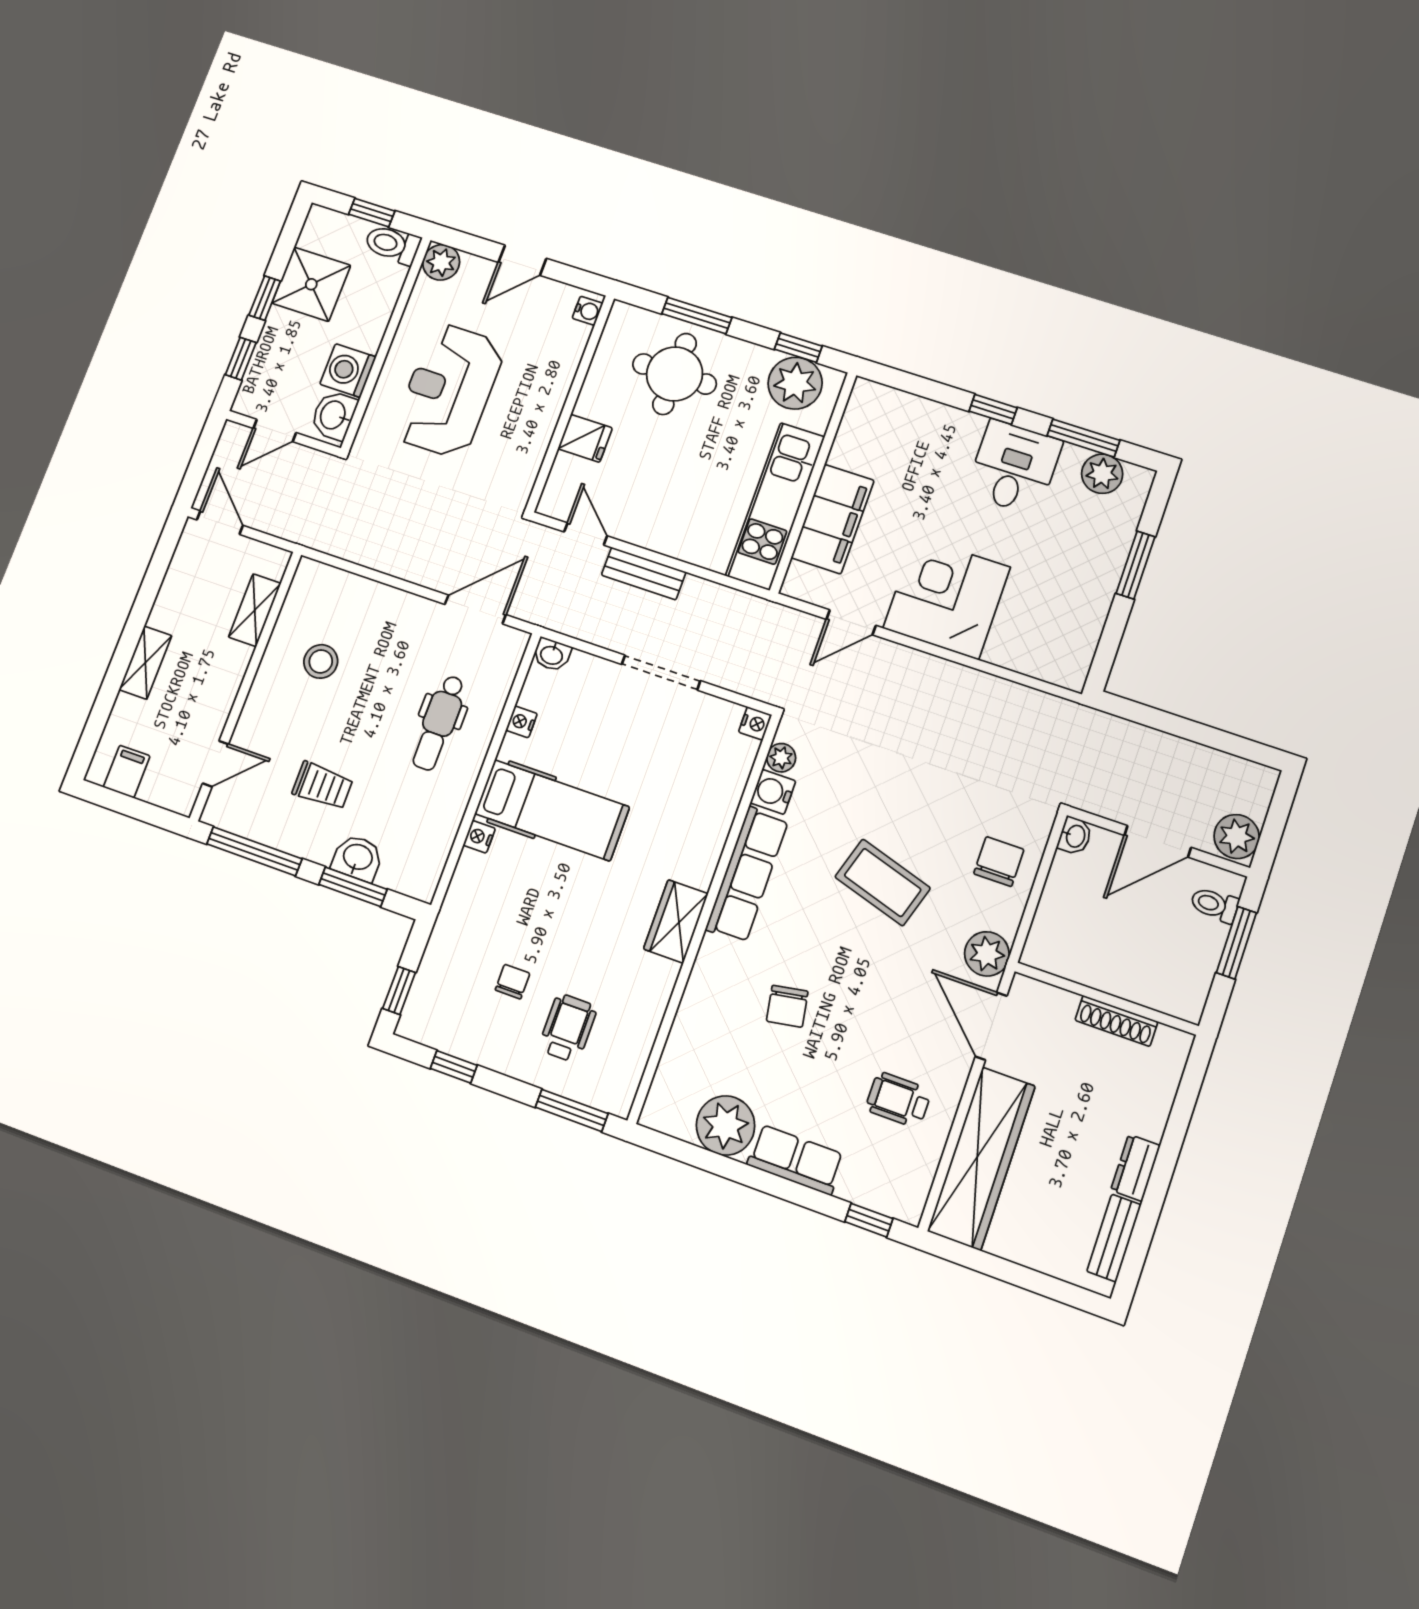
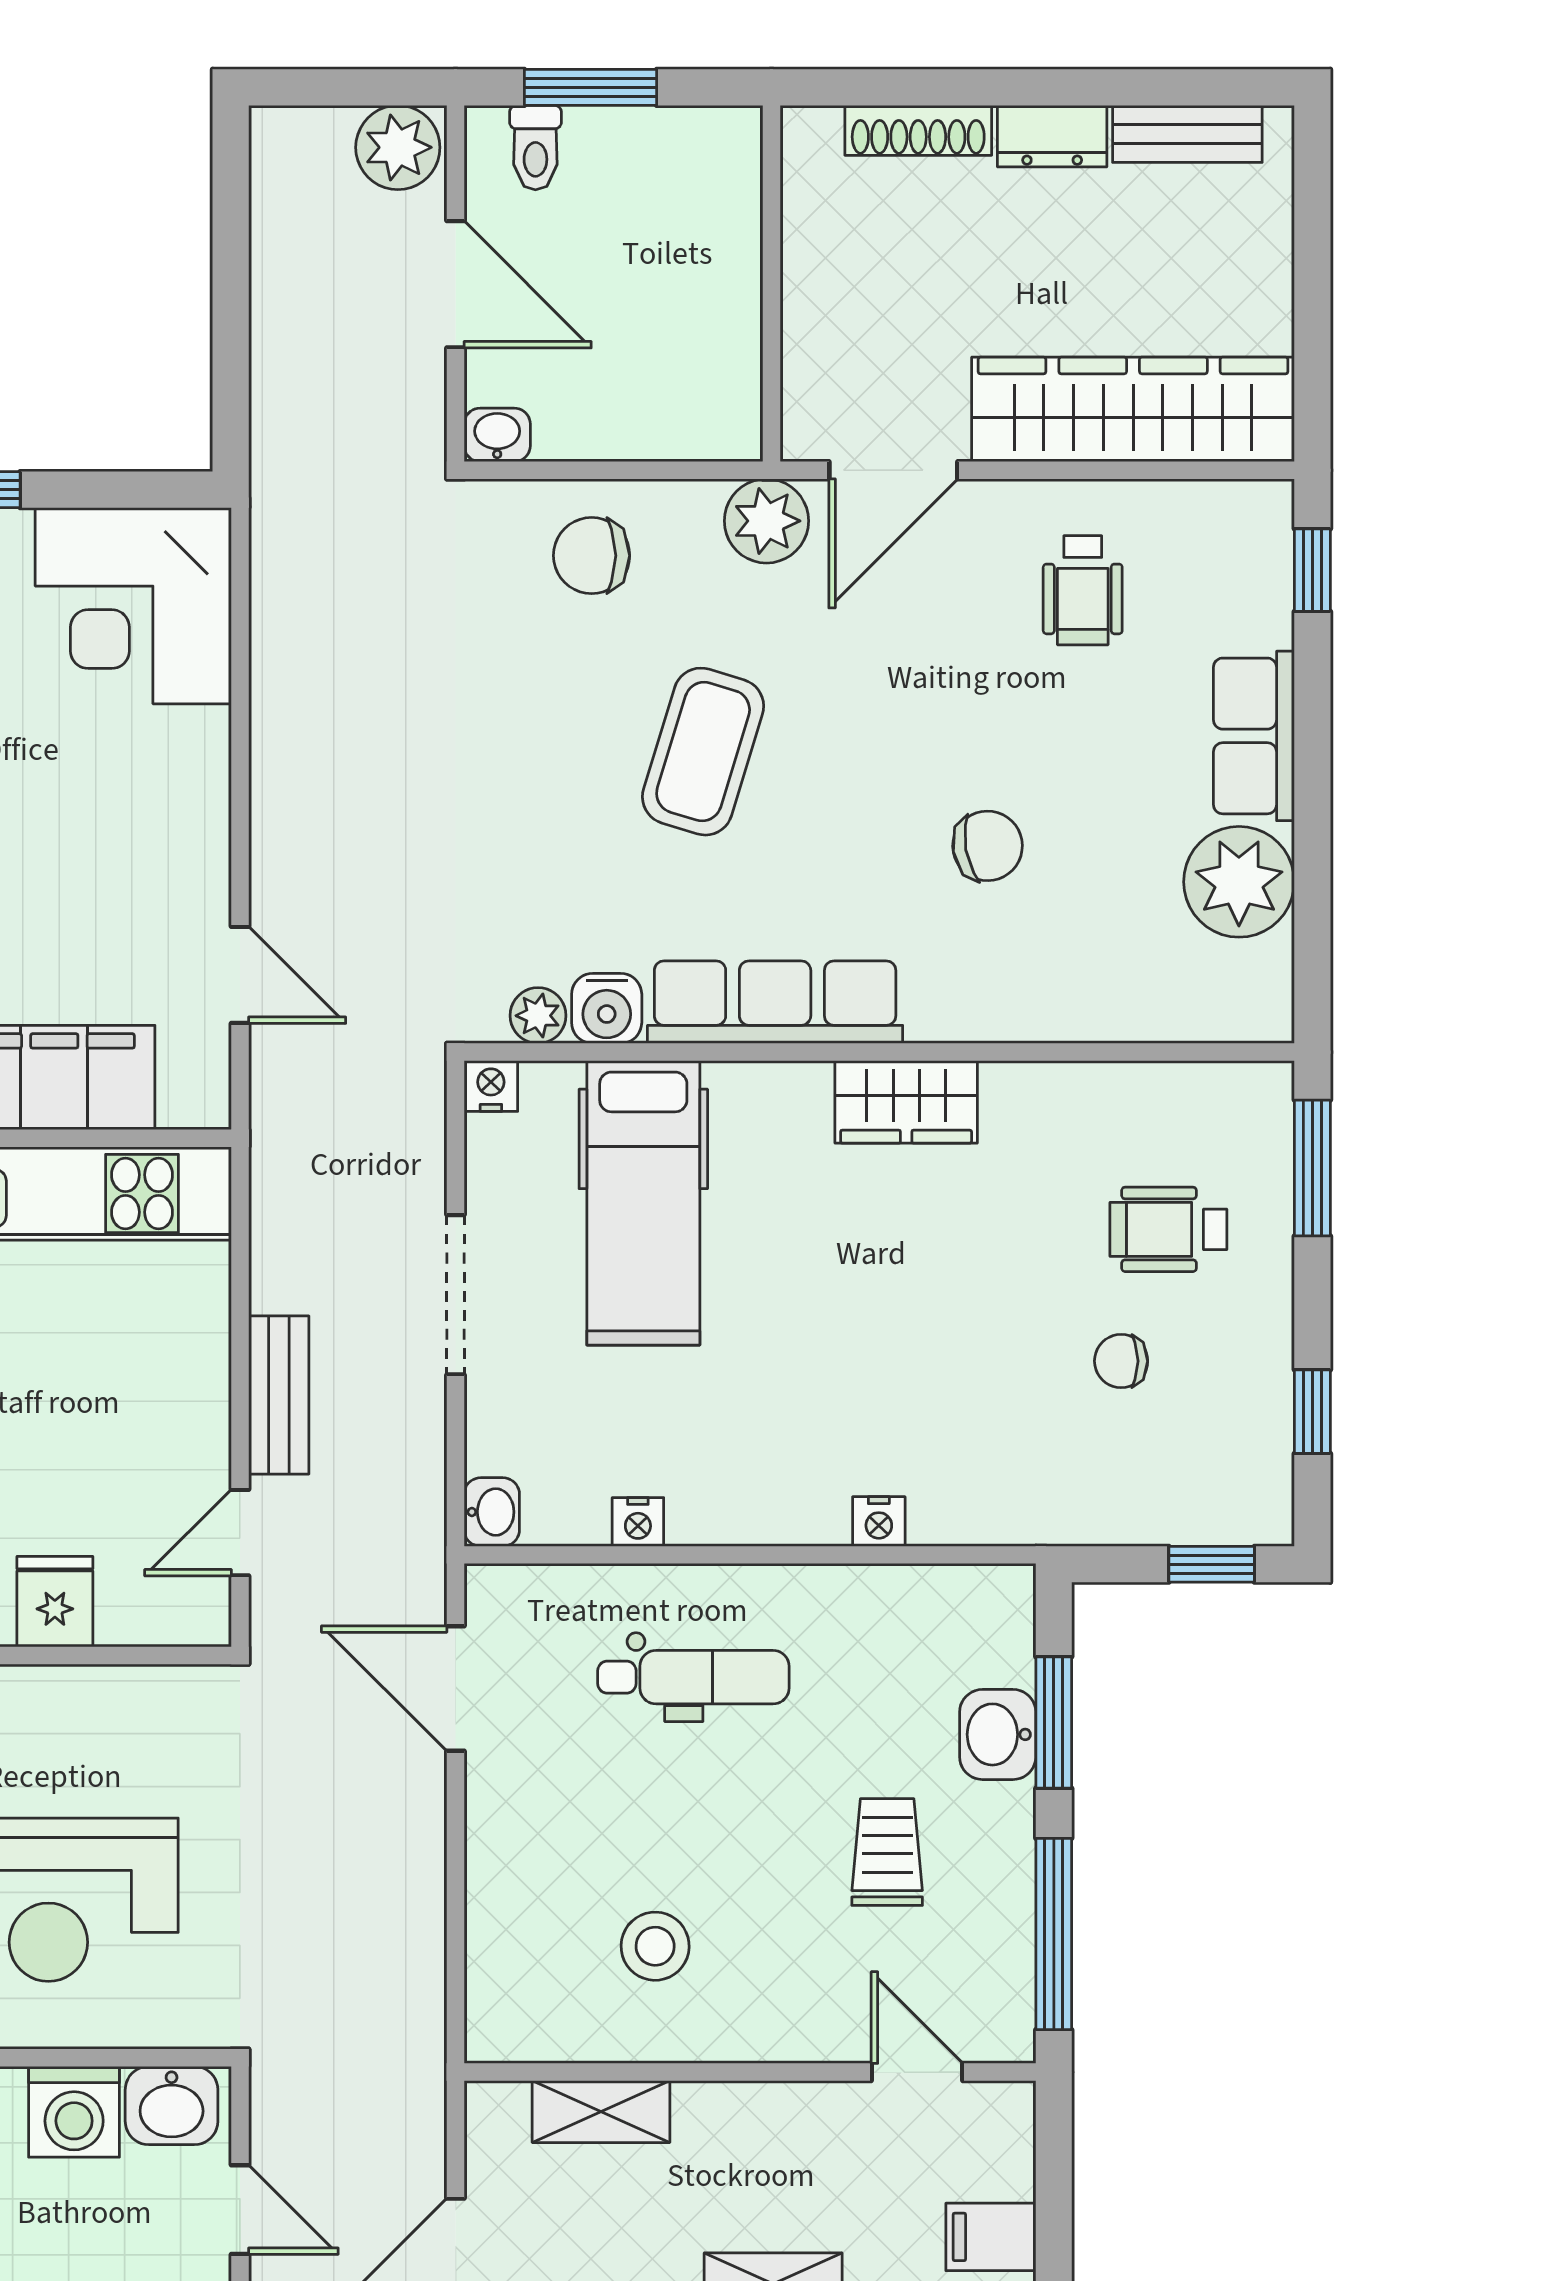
corner desk: (947, 598) -> (133, 606), moved
hospital bed: (552, 810) -> (643, 1203), moved, turned 180
shoe rack: (1116, 1021) -> (918, 130), moved, turned 90

